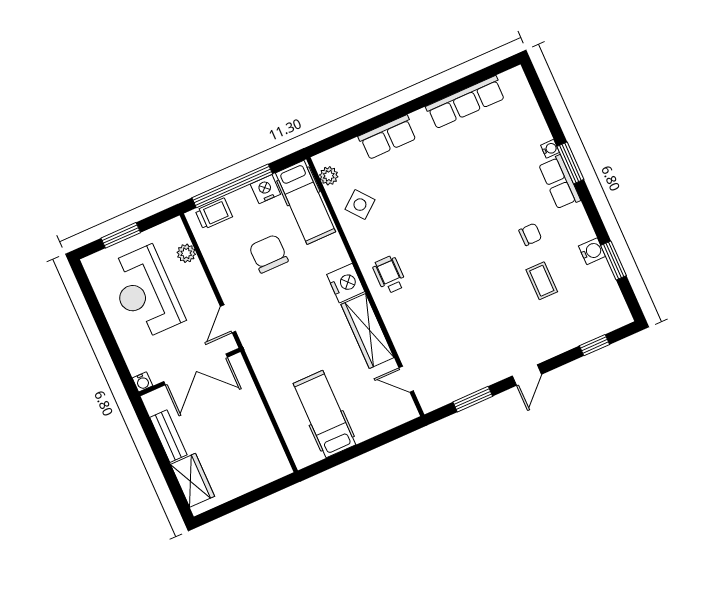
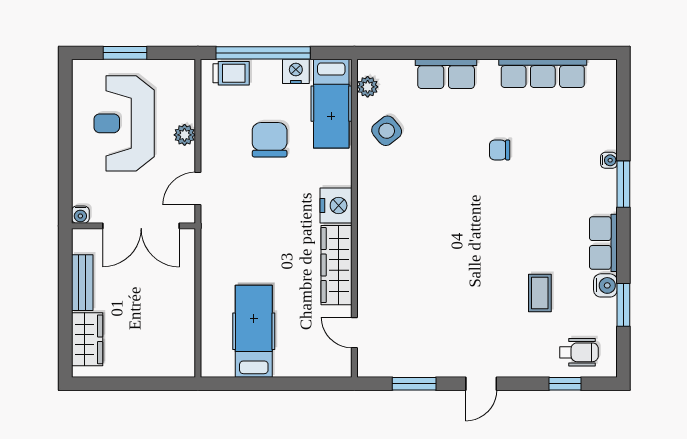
row of seats: (559, 182) -> (603, 243), moved
chair: (530, 234) -> (500, 150), moved, turned 180
plant: (186, 253) -> (185, 135), moved
wheelchair: (389, 275) -> (579, 352), moved, turned 90

